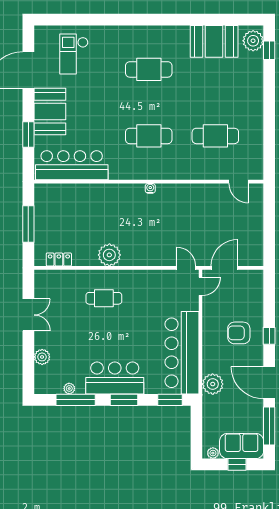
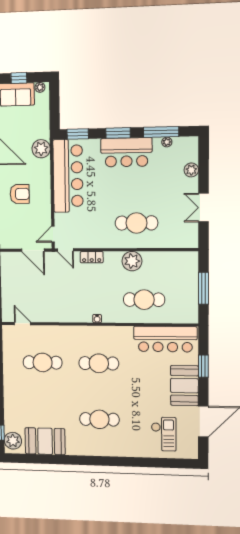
cafe table: (96, 211) -> (144, 300), added
locker: (59, 260) -> (92, 257), moved
door: (224, 268) -> (33, 250), hinge flipped
cafe table: (104, 298) -> (136, 223), width x1.37, depth x1.35

